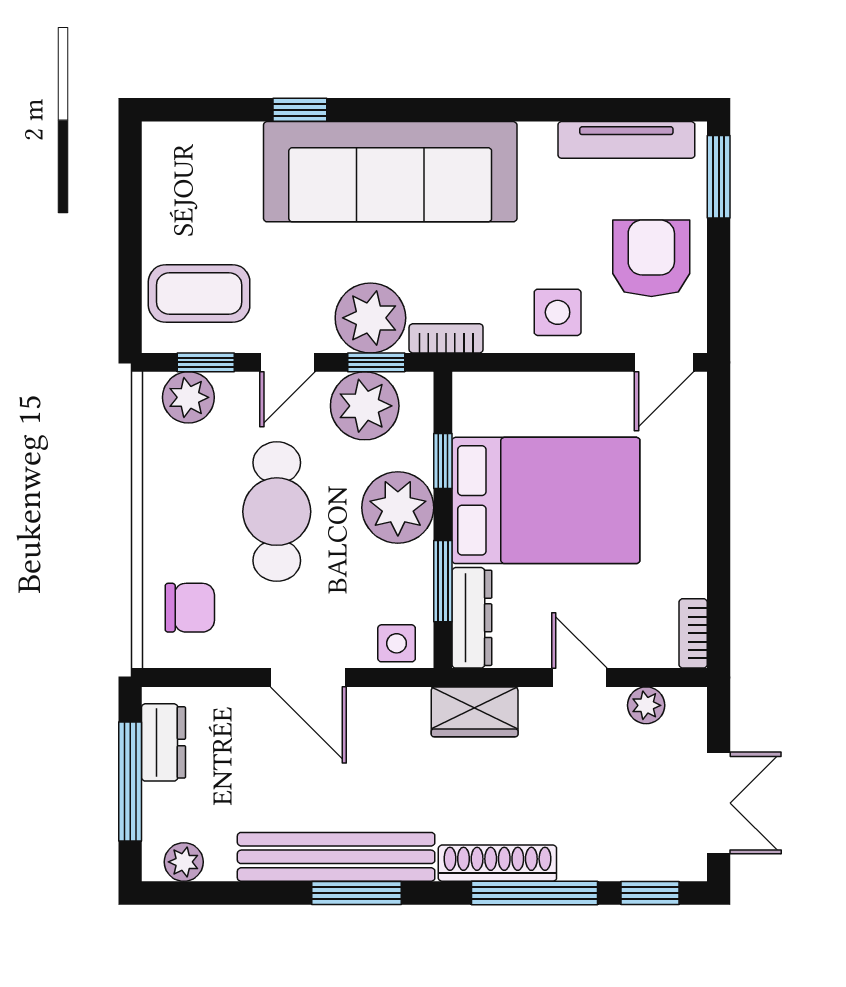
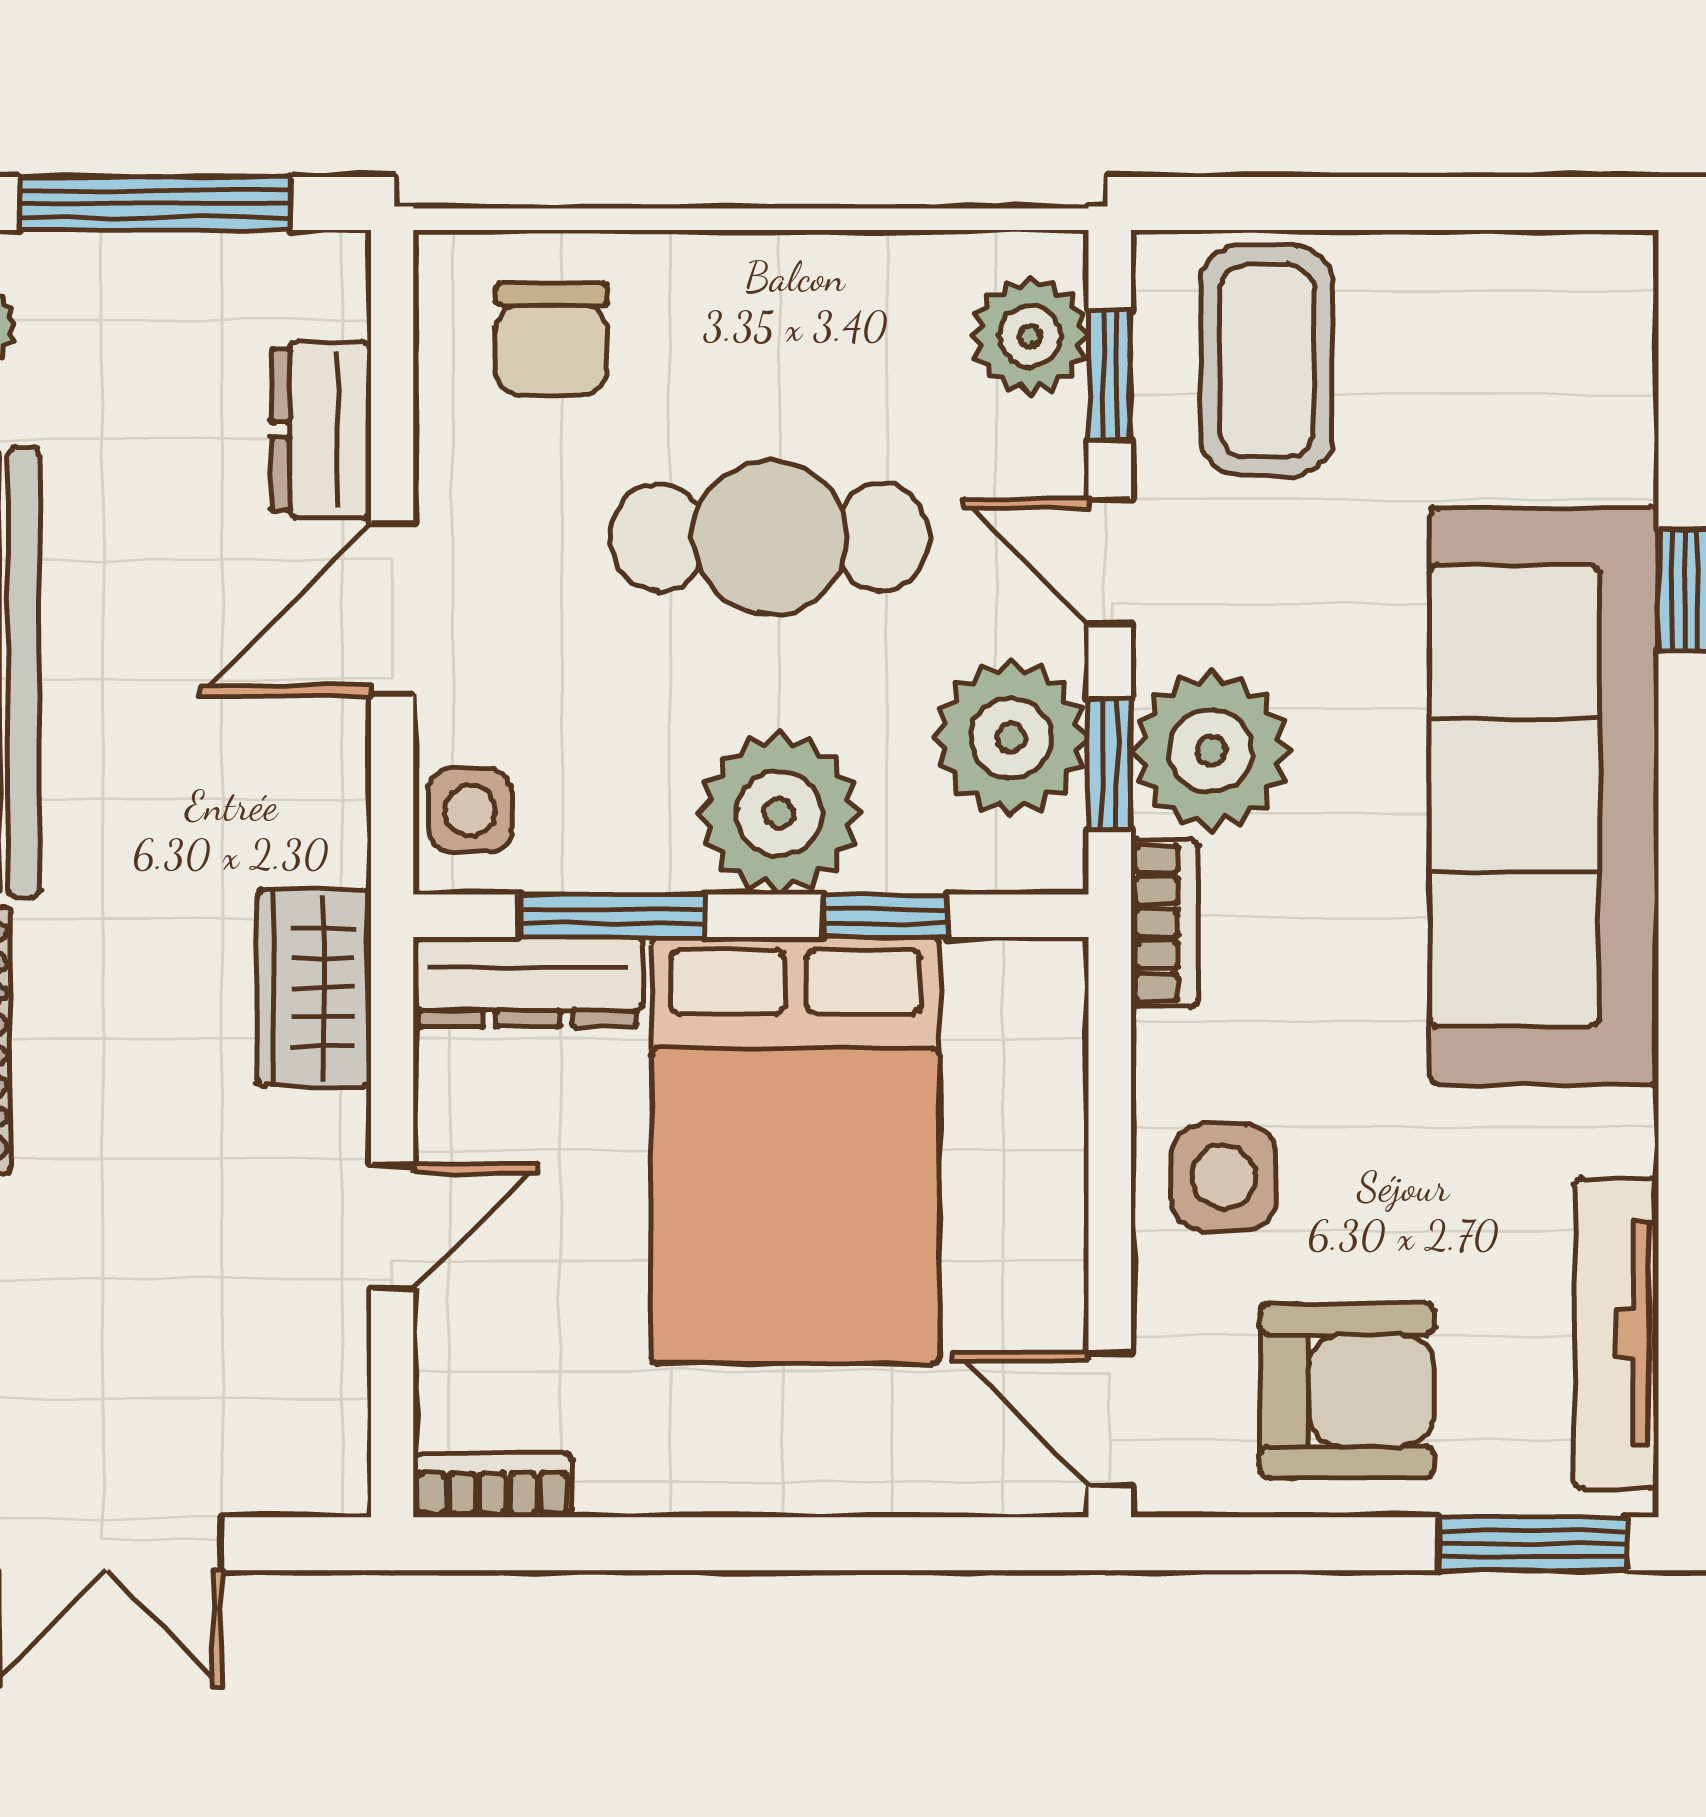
plant: (646, 705) -> (329, 1379), removed
dresser: (164, 742) -> (321, 430), moved, turned 90

